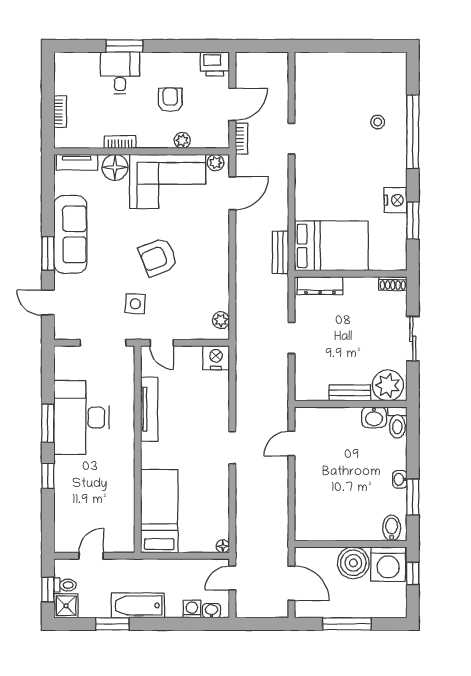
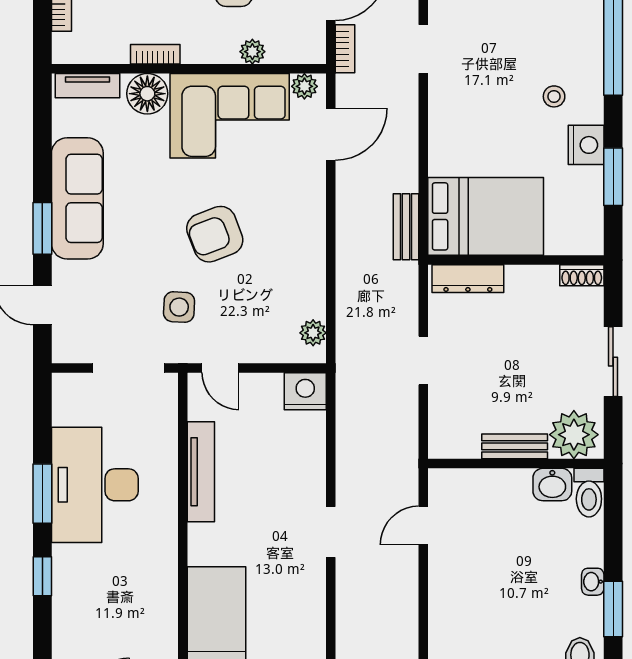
stool: (378, 122) -> (554, 96), moved

